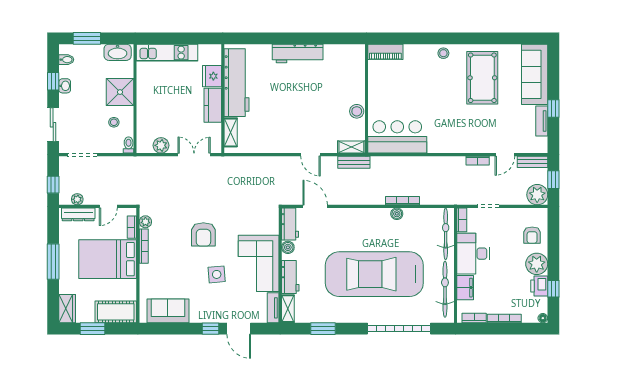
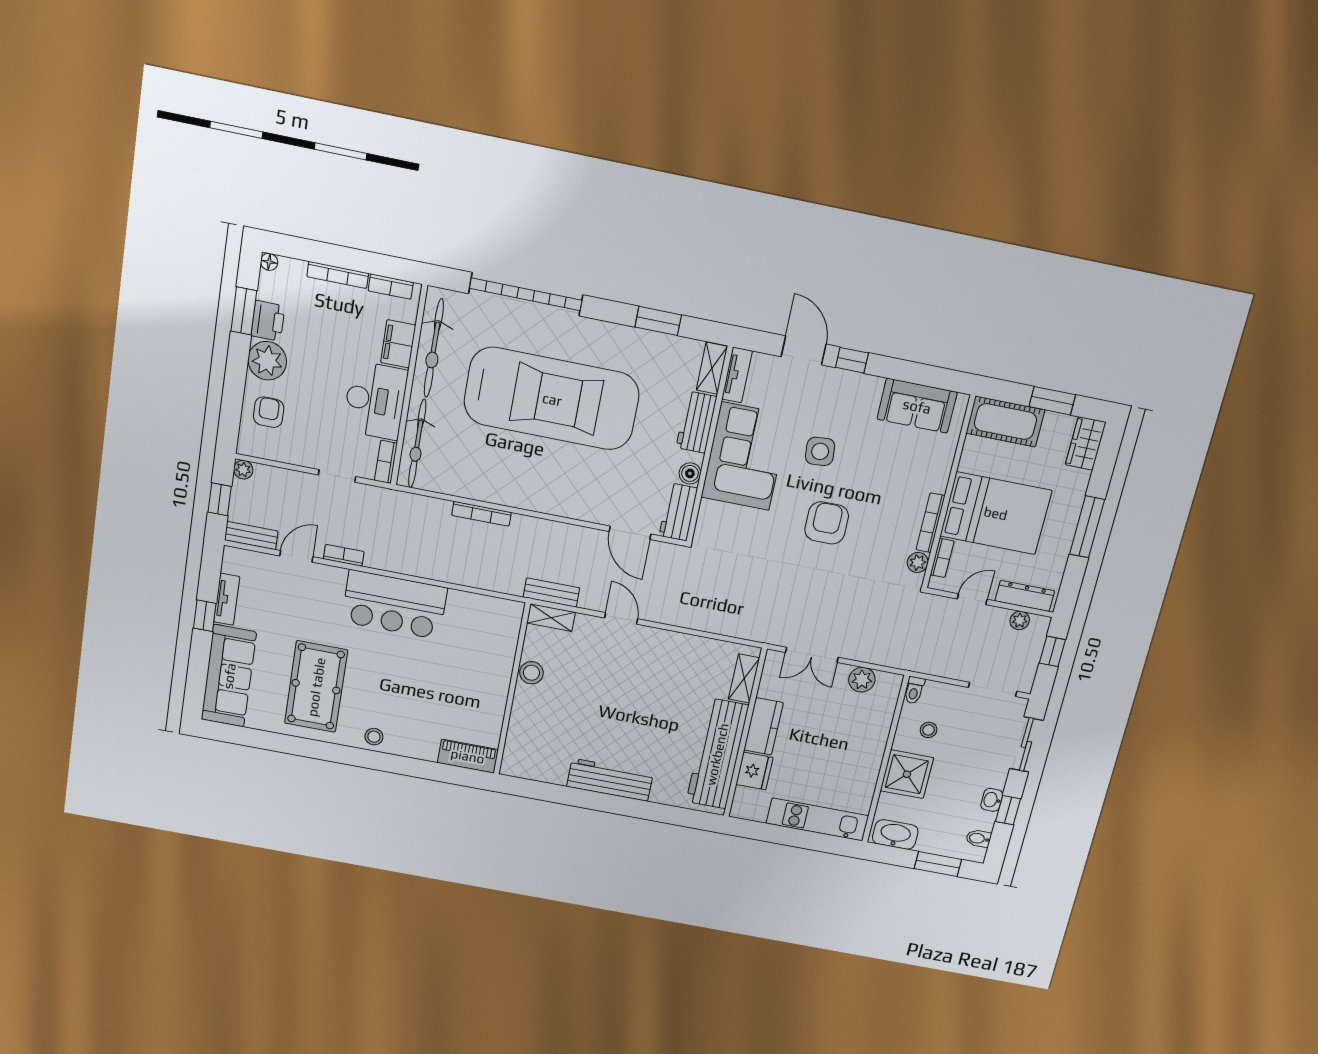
bar counter: (397, 137) -> (394, 605), moved
plant: (537, 195) -> (243, 470), width x0.53, depth x0.53
boiler: (397, 214) -> (495, 494), removed
window: (553, 289) -> (244, 311), width x1.50

